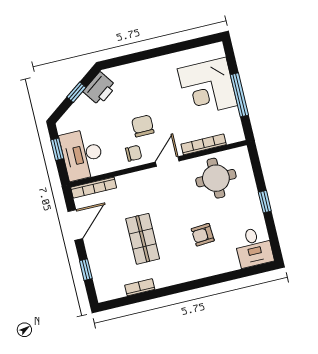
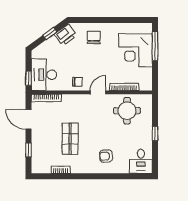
window: (239, 95) -> (155, 46), moved
chair: (143, 126) -> (94, 37), moved
window: (57, 149) -> (29, 78), moved
door: (75, 225) -> (29, 119), swing flipped
armchair: (203, 235) -> (106, 156), moved

